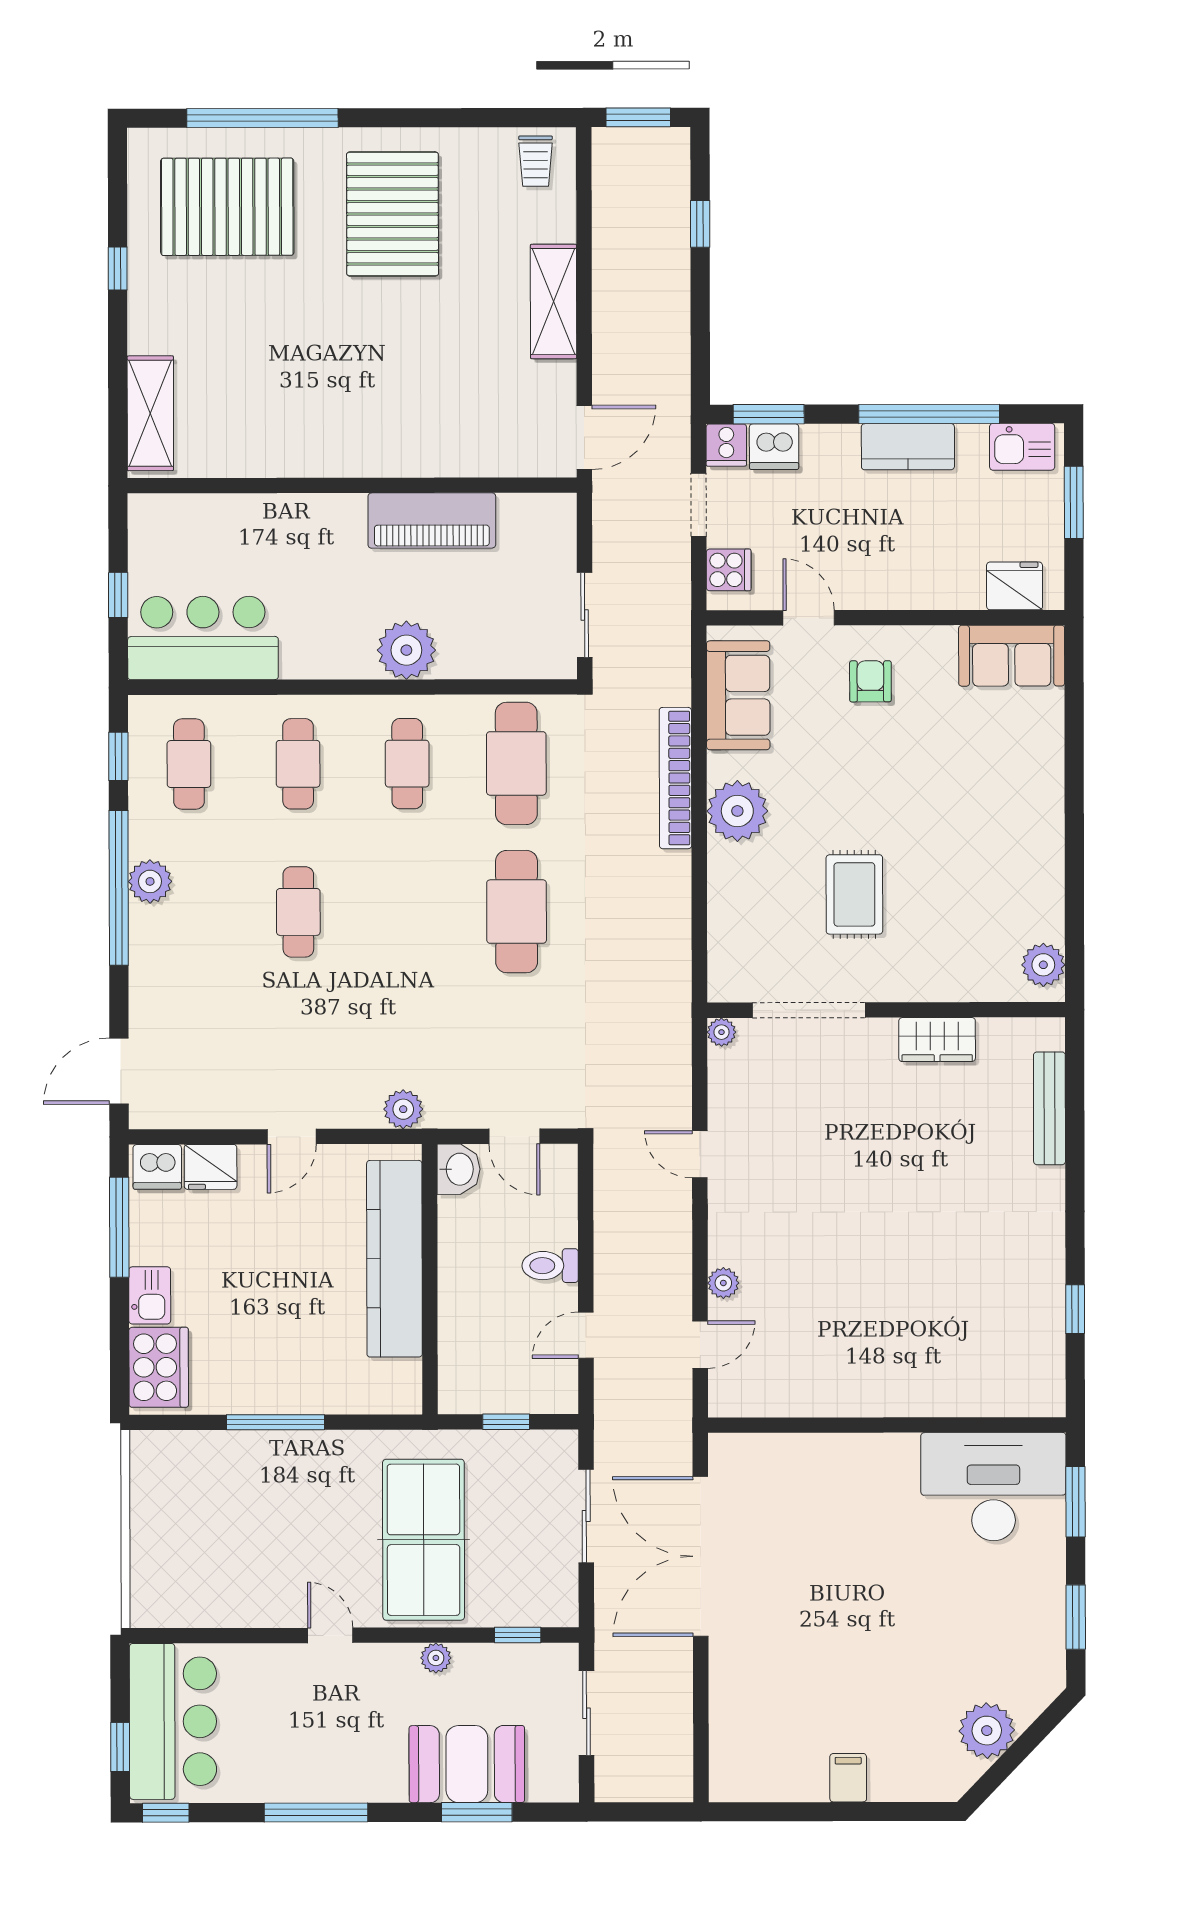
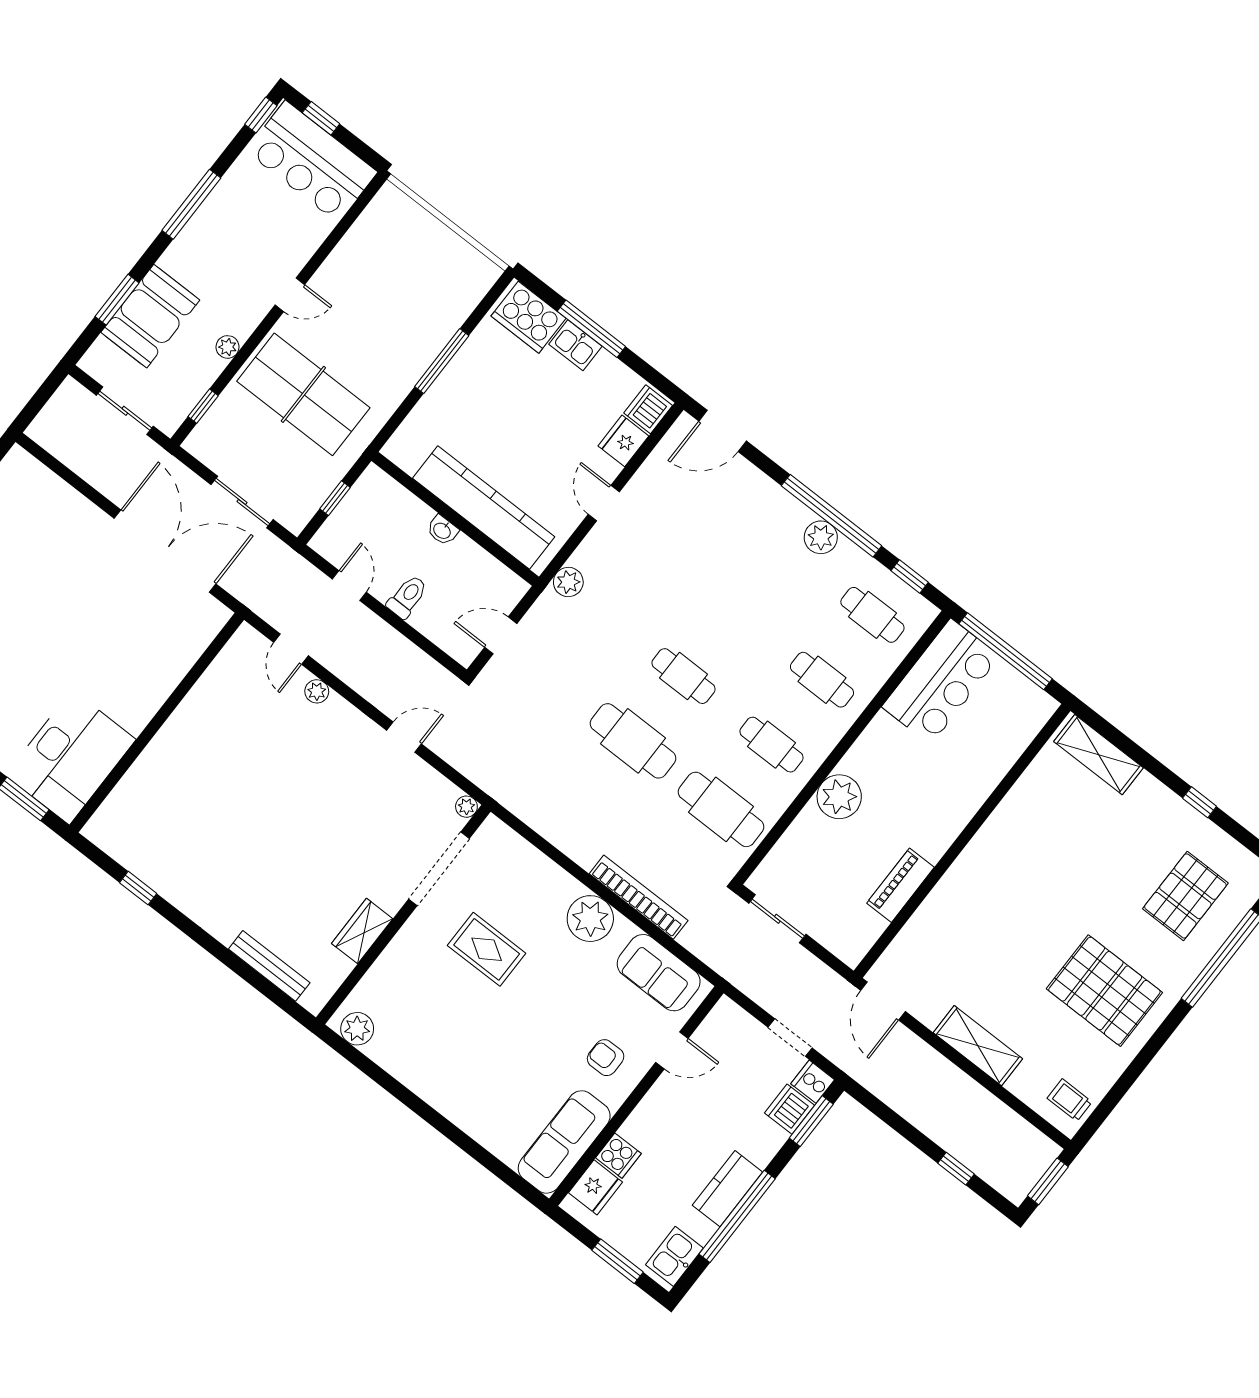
pallet: (227, 207) -> (1185, 896), width x0.73, depth x0.71
piano: (432, 521) -> (900, 885), width x0.73, depth x0.75
cooker: (729, 570) -> (618, 1156), moved, turned -90
window: (118, 595) -> (1006, 651), width x3.17
sofa: (1012, 656) -> (564, 1142), width x1.36
armchair: (870, 681) -> (606, 1058), turned 180
cafe table: (298, 912) -> (683, 676), moved
door: (119, 1071) -> (723, 431), swing flipped
washbasin: (458, 1169) -> (442, 530), moved, width x0.72, depth x0.69
window: (119, 1227) -> (591, 329), moved

